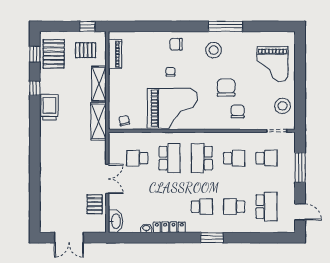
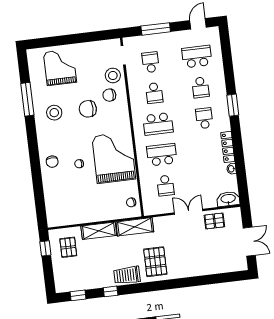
window: (225, 26) -> (27, 99), moved
stool: (214, 50) -> (54, 113), moved
pallet: (54, 54) -> (155, 262), moved, turned 90
piano: (115, 54) -> (69, 219), removed
grand piano: (272, 64) -> (60, 67), turned -90
stool: (283, 106) -> (113, 75), moved
school desk: (234, 158) -> (154, 93), turned 180

